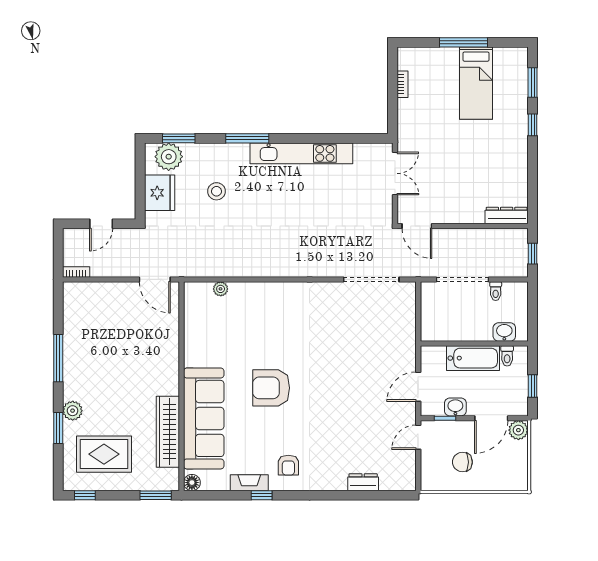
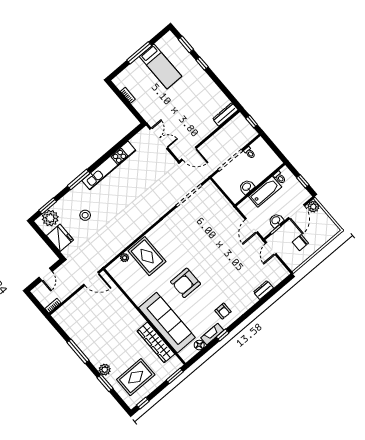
rug: (251, 311) -> (147, 256), added
washbasin: (504, 332) -> (247, 187), moved
floor lamp: (192, 483) -> (199, 345), moved

